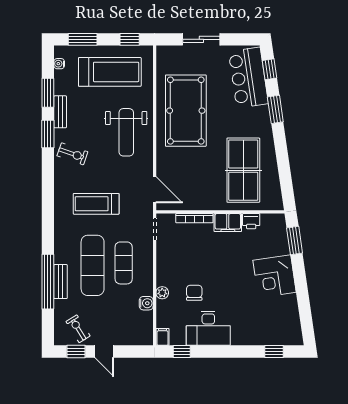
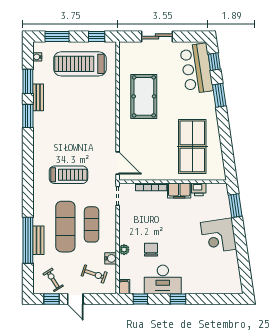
treadmill: (110, 72) -> (80, 64), turned 180
pool table: (186, 111) -> (144, 96), width x0.73, depth x0.76
weight bench: (126, 132) -> (94, 115), removed
exercise bike: (72, 154) -> (94, 274), moved
treadmill: (96, 204) -> (68, 175), turned 180
window: (274, 352) -> (178, 299), moved

